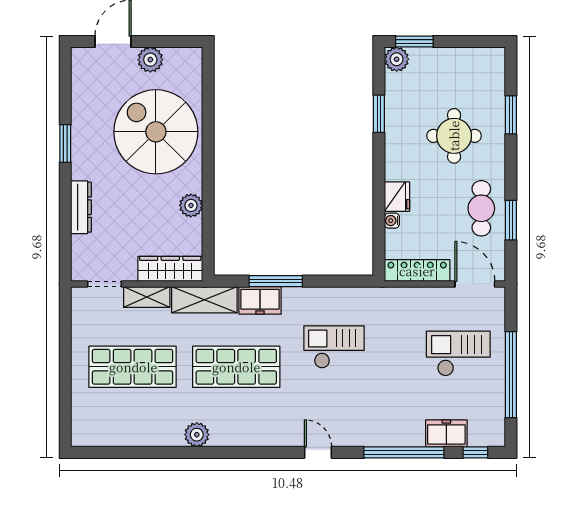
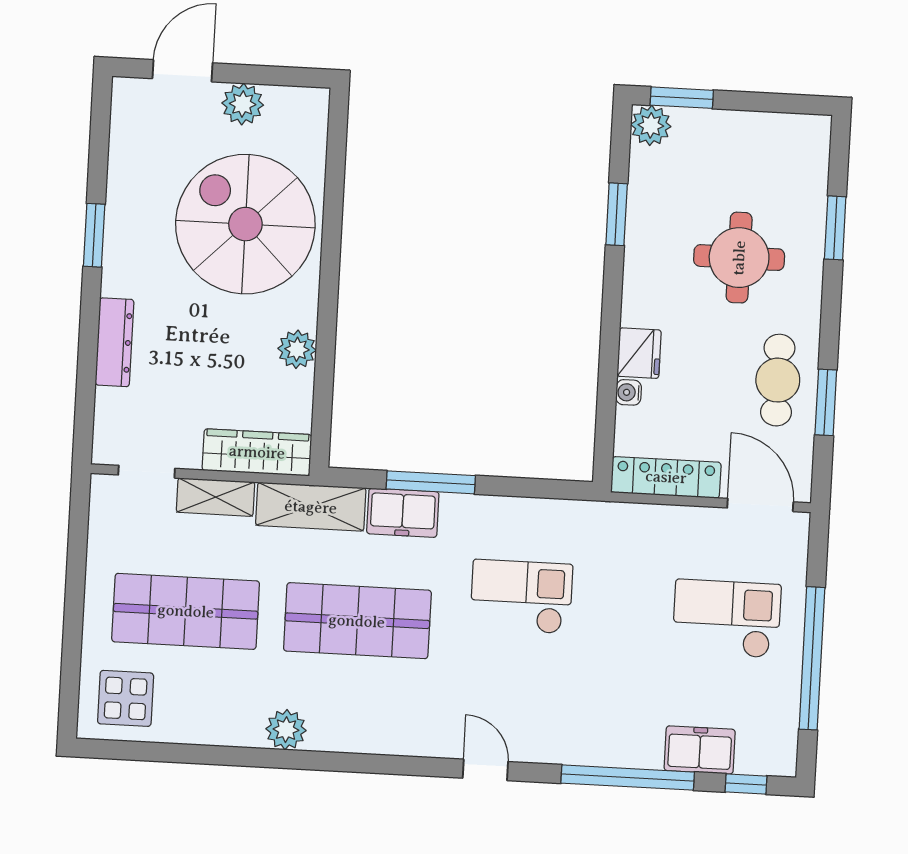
display table: (99, 421) -> (126, 698), added

